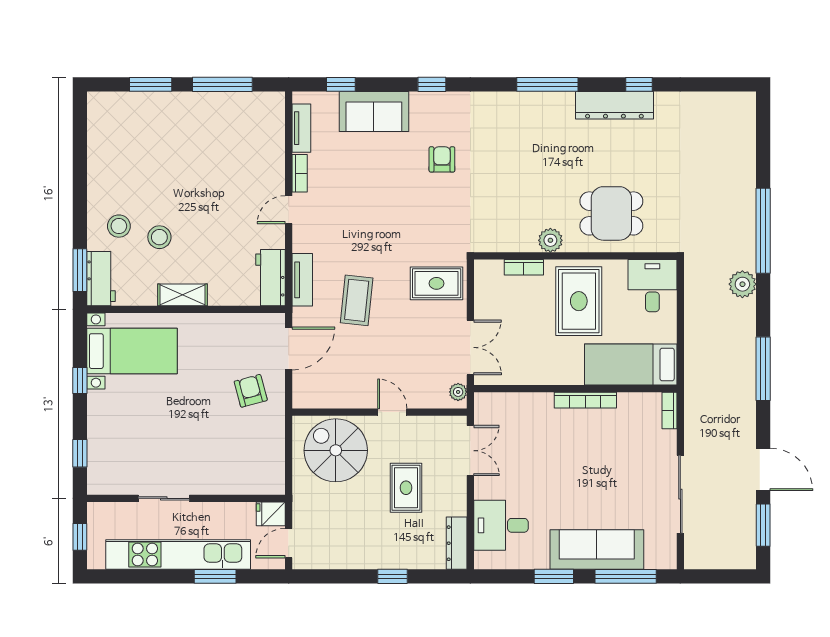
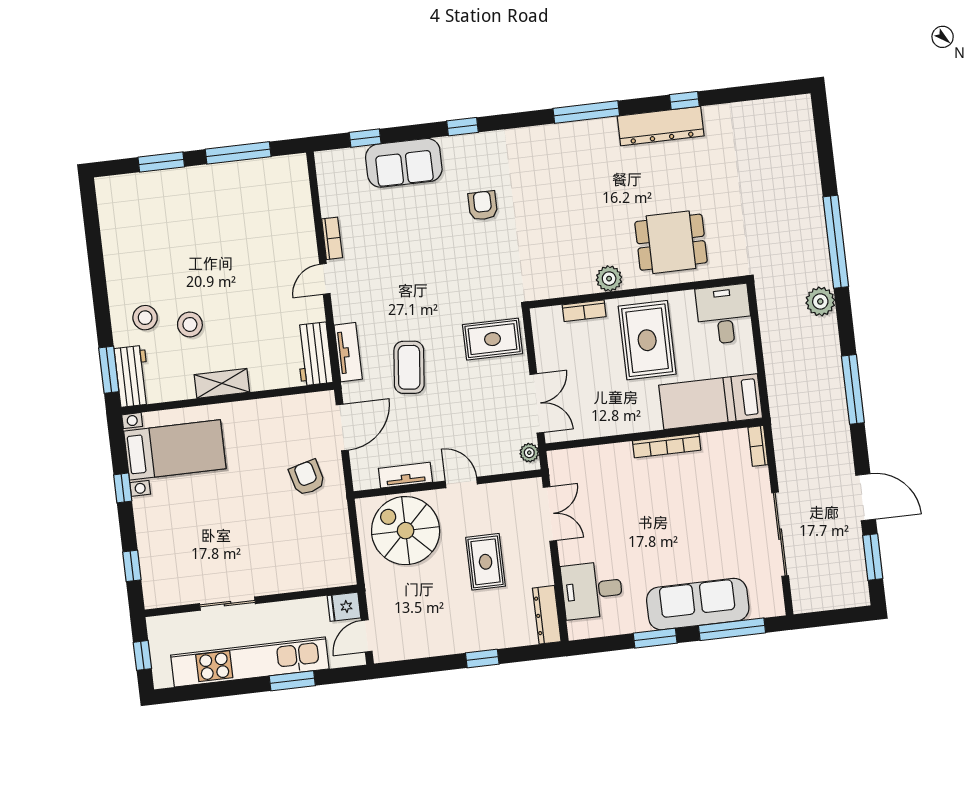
tv unit: (301, 128) -> (405, 475), moved, turned -90

